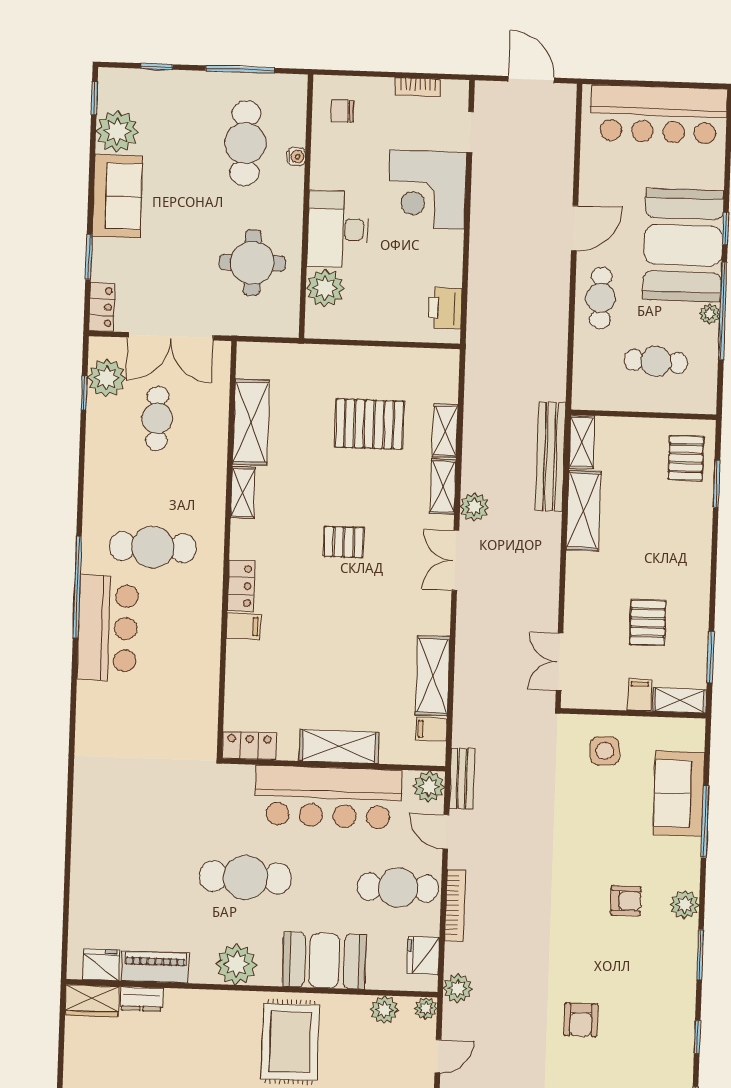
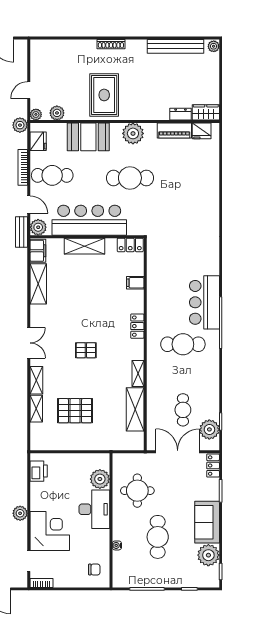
bookcase: (418, 87) -> (42, 583), moved
cafe table: (245, 143) -> (158, 537), moved
plant: (474, 507) -> (20, 513), moved
filing cabinet: (244, 626) -> (135, 283), moved
filing cabinet: (431, 729) -> (38, 251), width x2.00

